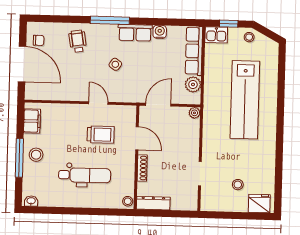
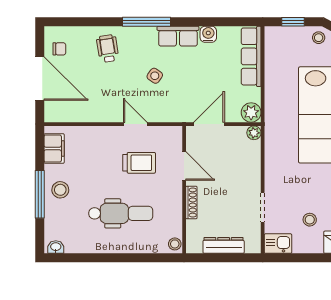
kitchen sink: (216, 35) -> (278, 244), moved, turned 180
plant: (193, 84) -> (251, 112), moved
dresser: (153, 203) -> (224, 245), moved

